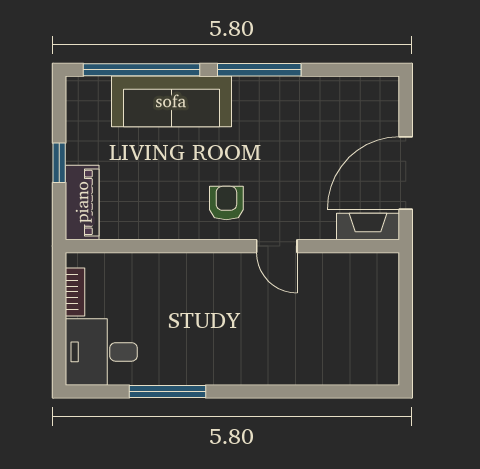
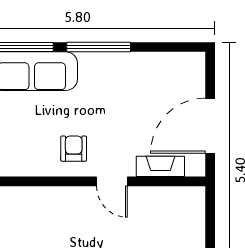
fireplace: (368, 226) -> (160, 166), moved

